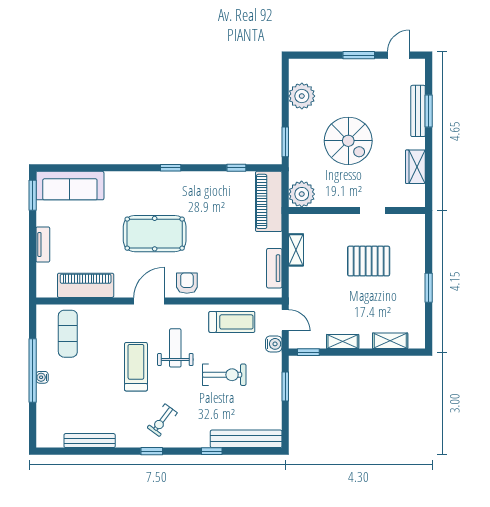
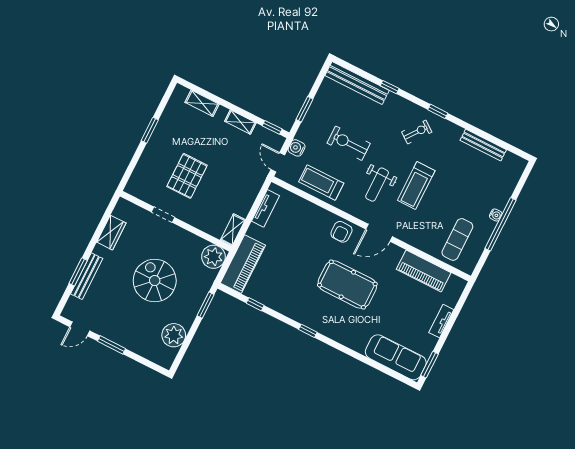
shelving: (296, 250) -> (233, 230), moved
pallet: (369, 261) -> (187, 176), turned 90

